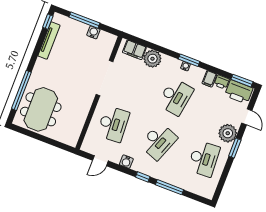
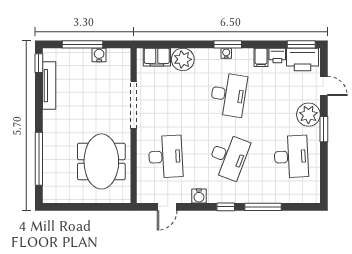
meeting table: (41, 109) -> (101, 161), moved

